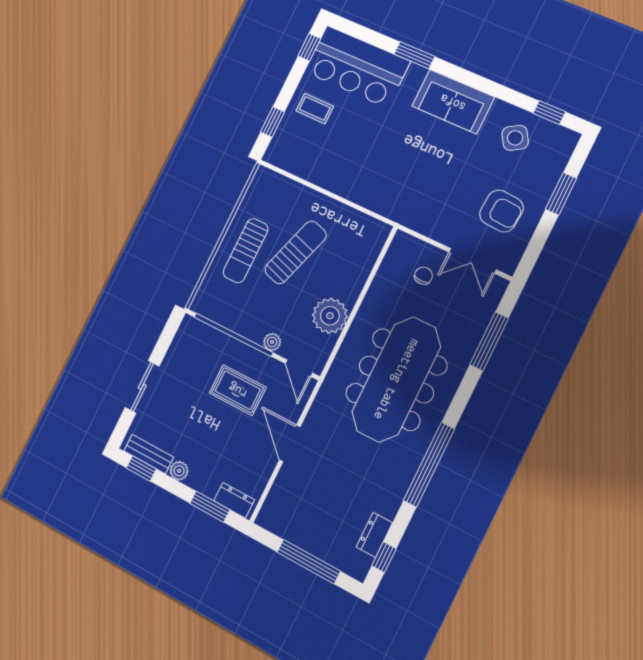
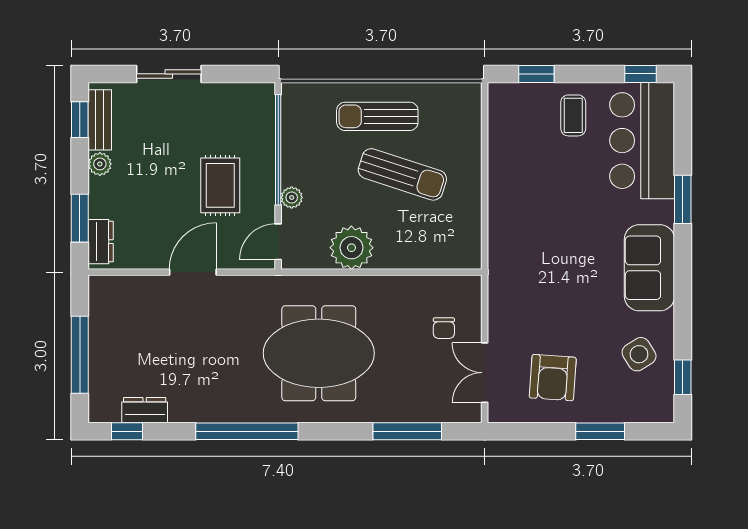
chair: (423, 276) -> (444, 328), turned 90
meeting table: (396, 379) -> (319, 353), width x0.73

